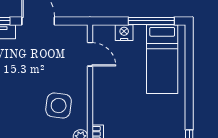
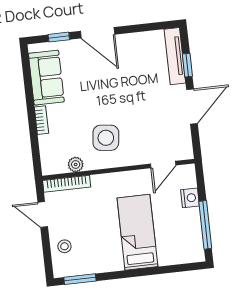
bed: (162, 59) -> (137, 232), moved, turned 90

